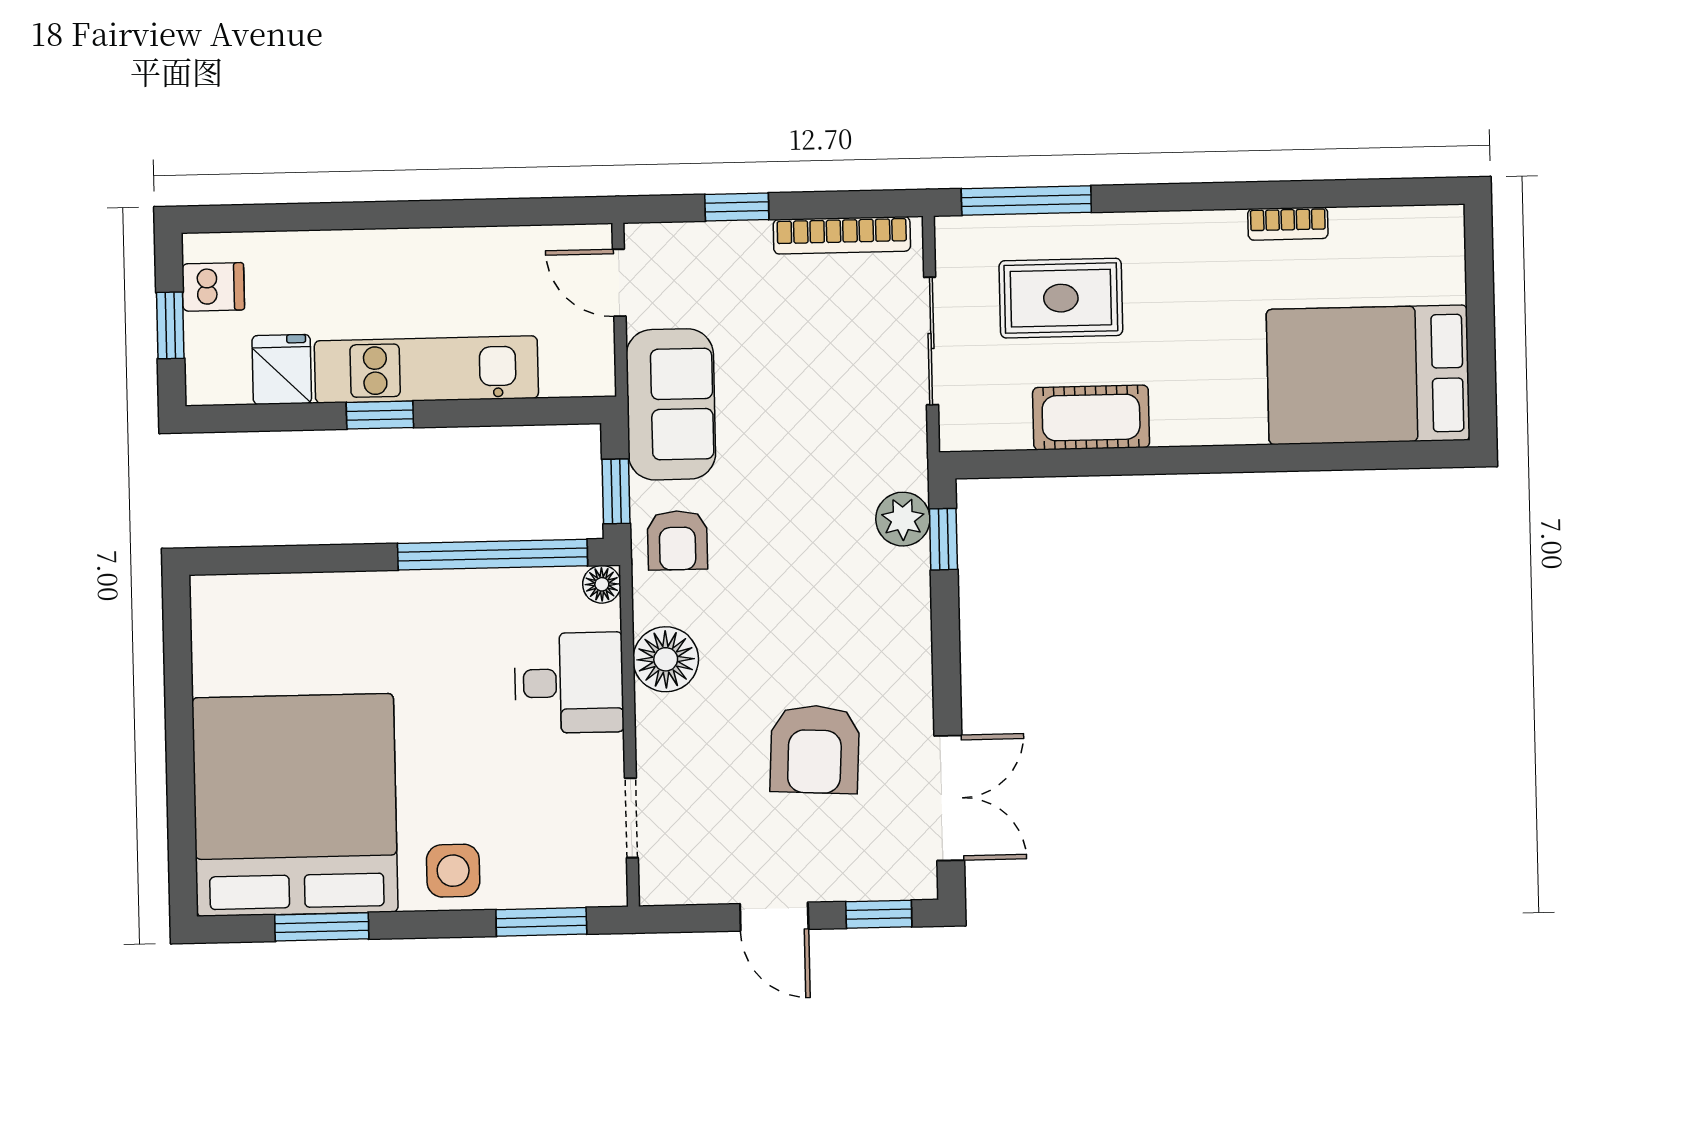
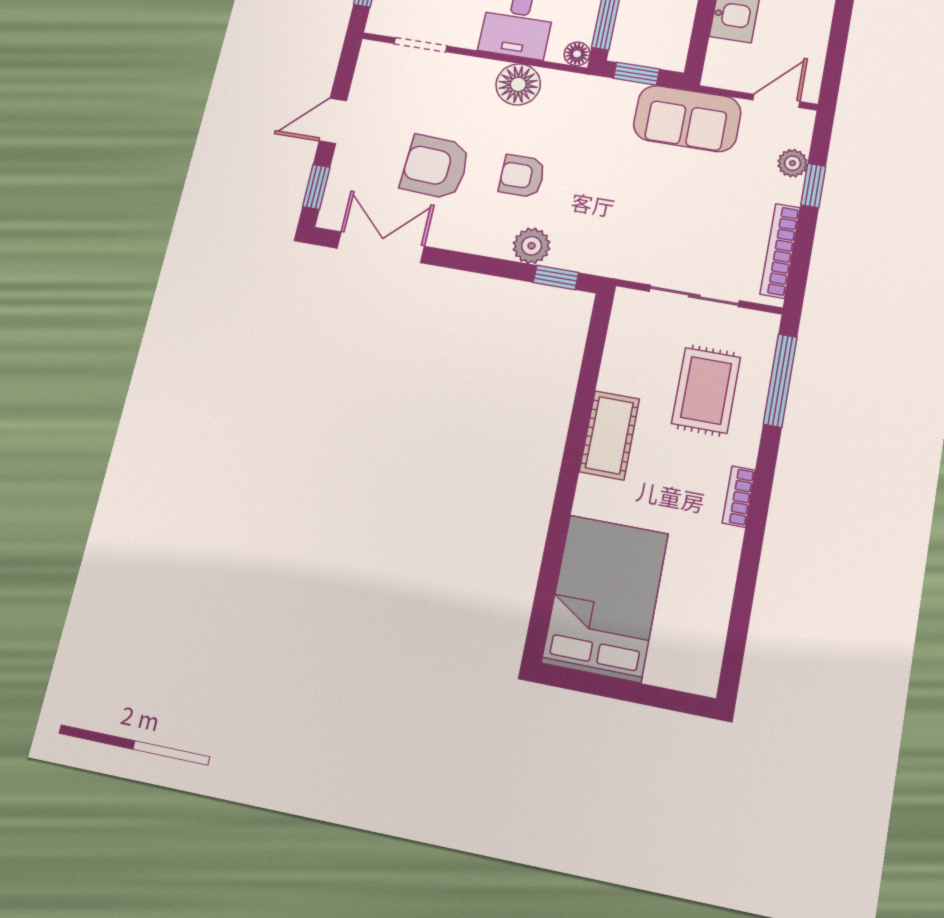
bookcase: (1288, 224) -> (739, 497), moved
plant: (709, 242) -> (793, 163), added
cot: (1091, 418) -> (609, 435), moved
plant: (903, 519) -> (532, 246), moved
armchair: (677, 540) -> (522, 176), moved
double door: (949, 798) -> (381, 247), swing flipped

